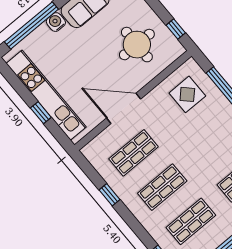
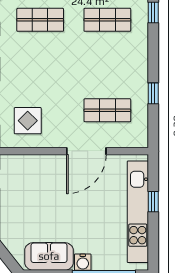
round table: (137, 45) -> (34, 192), removed
door: (124, 108) -> (86, 151), hinge flipped
shop shelf: (162, 187) -> (107, 65), removed

